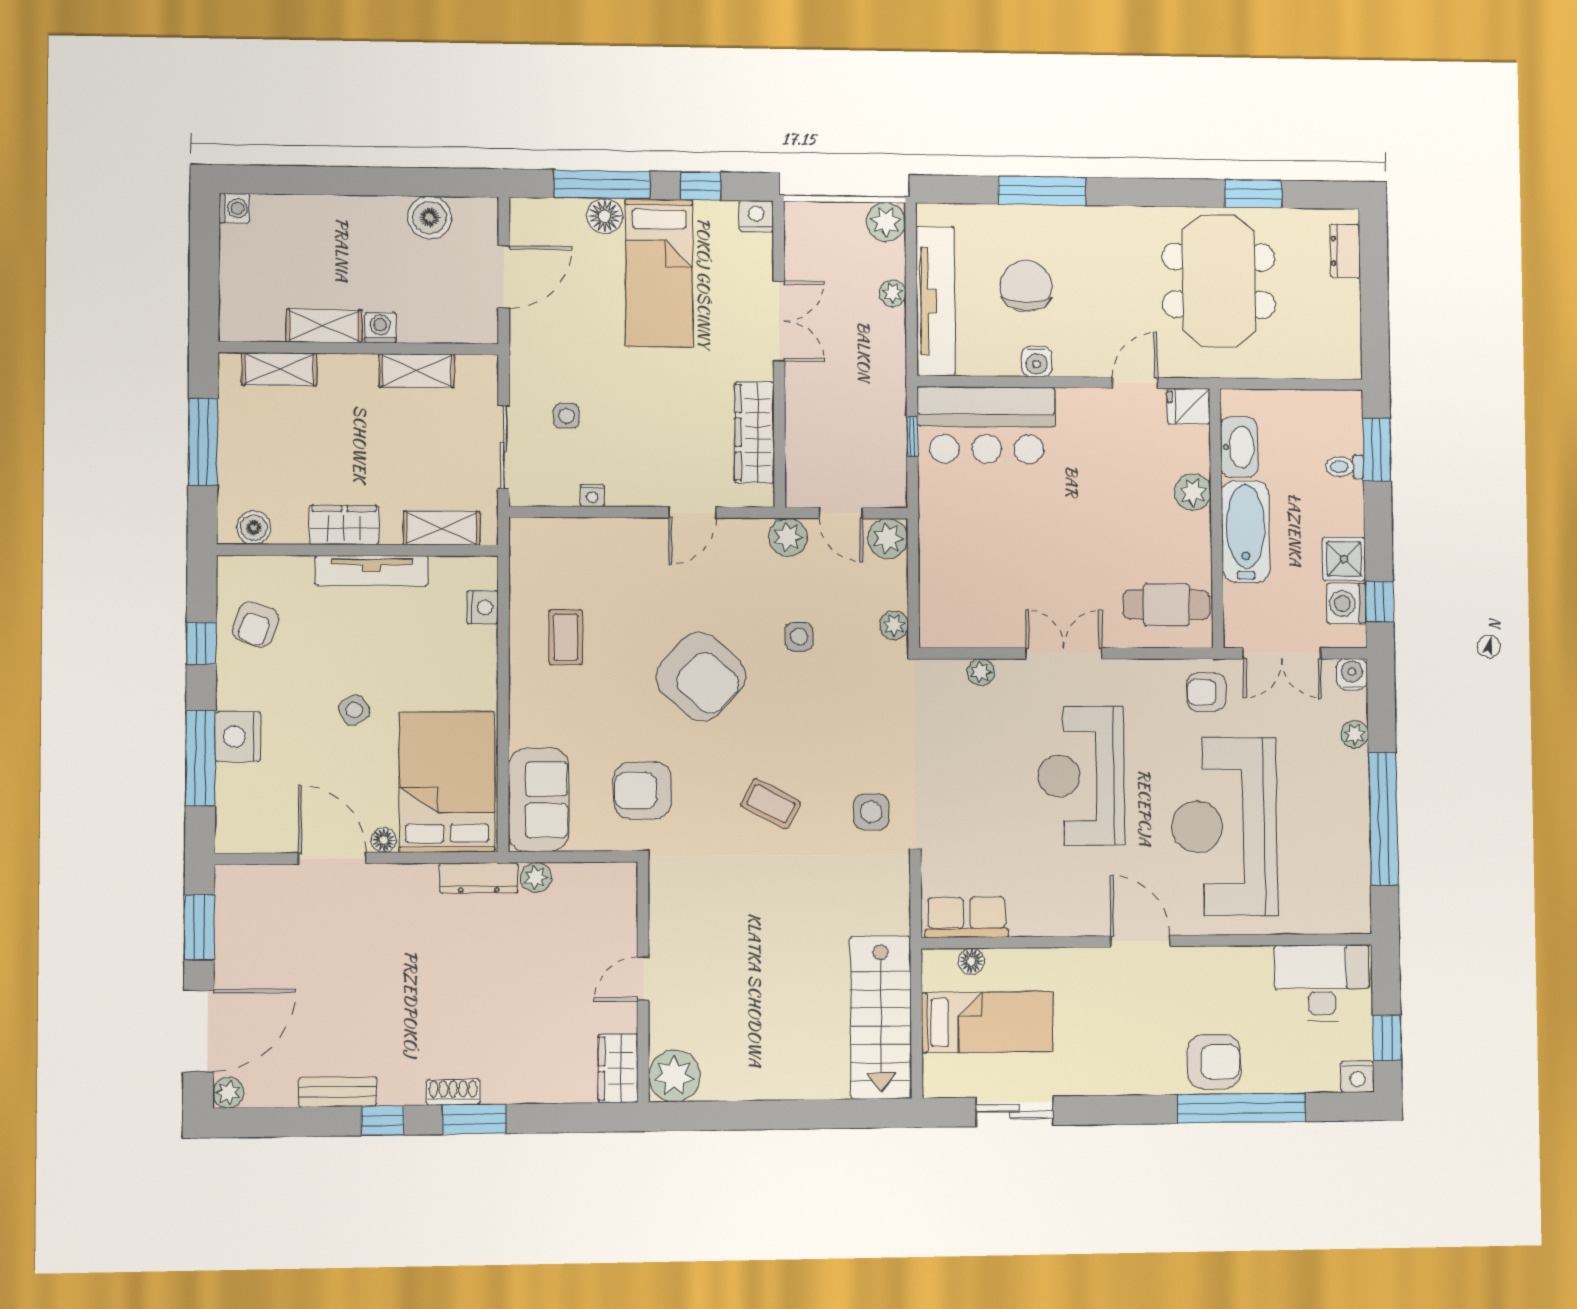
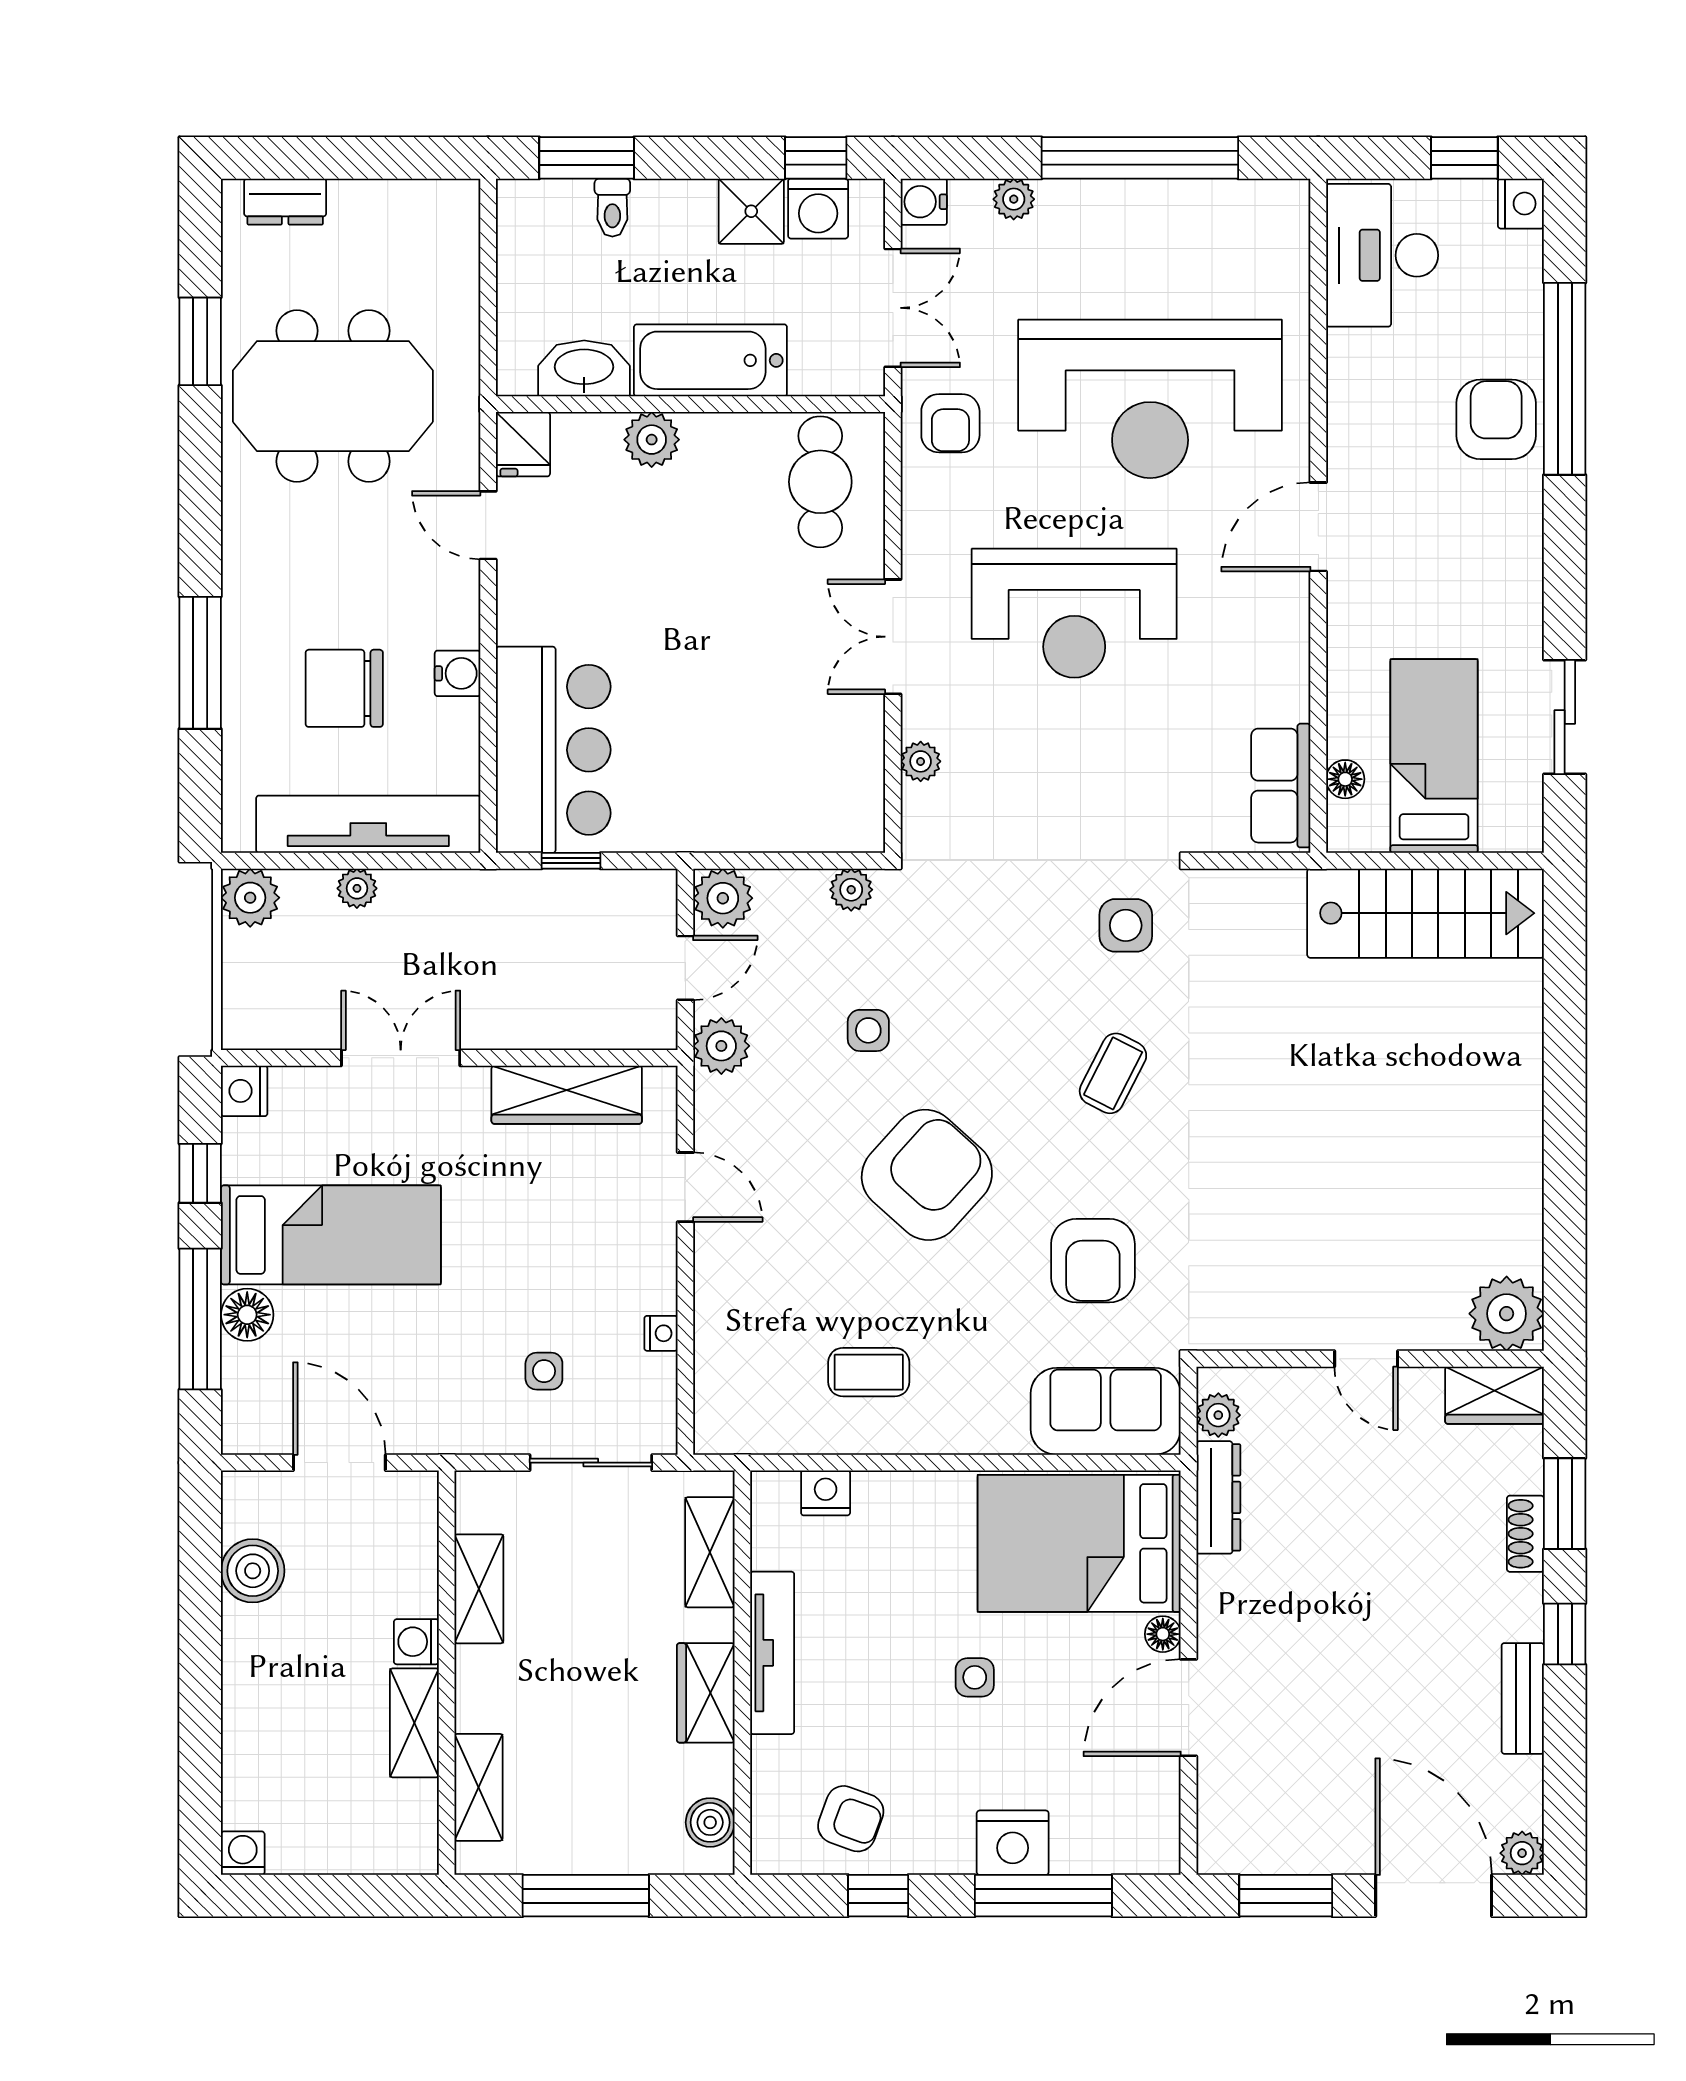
side table: (354, 710) -> (975, 1677), turned 32
door: (643, 979) -> (1366, 1359), moved
wall: (643, 982) -> (1370, 1359), moved
wardrobe: (618, 1068) -> (1495, 1395), moved
plant: (674, 1076) -> (1507, 1314), moved

